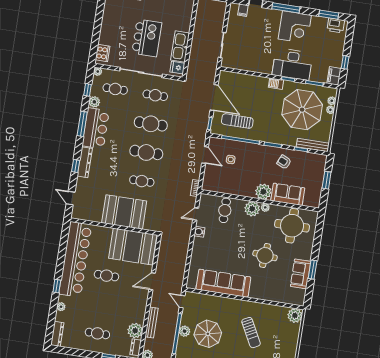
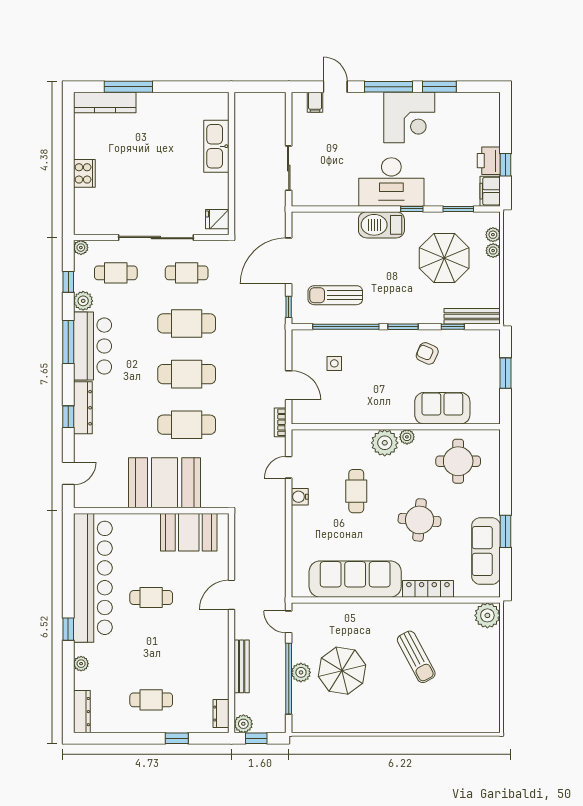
window: (329, 15) -> (439, 87), moved
printer: (336, 25) -> (489, 161), moved, turned 90
kitchen island: (147, 38) -> (156, 176), removed
kitchen sink: (180, 46) -> (216, 146), moved
cooker: (103, 53) -> (84, 173), moved
desk: (292, 64) -> (391, 182), moved
barbecue: (276, 84) -> (381, 225), width x1.88, depth x1.53
door: (214, 97) -> (289, 261), swing flipped
parasol: (302, 110) -> (444, 258), width x0.73, depth x0.73
door: (205, 155) -> (289, 385), moved
cafe table: (142, 181) -> (187, 425), width x1.37, depth x1.35
plant: (263, 192) -> (399, 410), removed
door: (71, 198) -> (68, 473), swing flipped
cafe table: (225, 210) -> (356, 491), moved
round table: (292, 226) -> (458, 461), width x0.73, depth x0.73
booth: (133, 247) -> (189, 532), width x0.73, depth x0.70
sofa: (301, 274) -> (486, 551), width x1.36
locker: (264, 295) -> (428, 589), added
plant: (135, 331) -> (216, 685), removed

